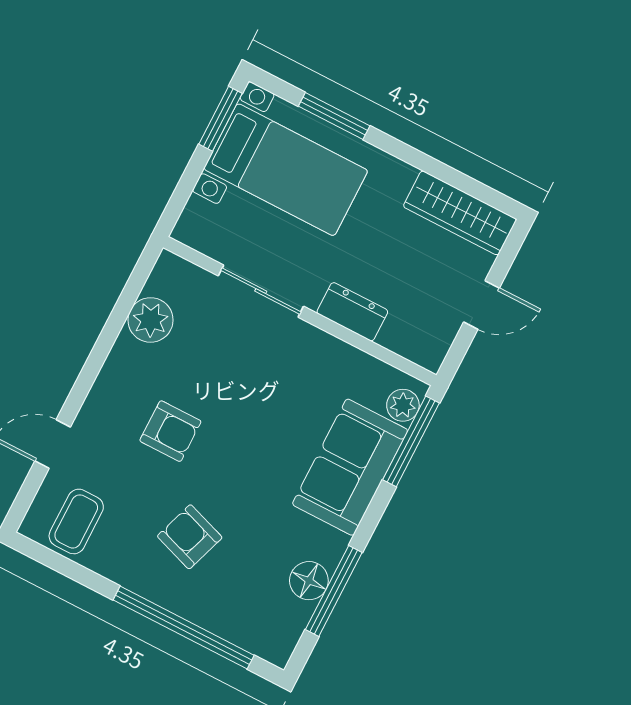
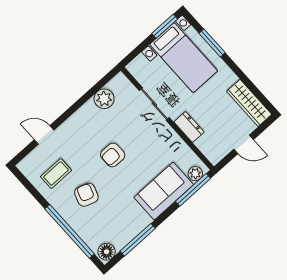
armchair: (170, 431) -> (113, 155), moved, turned 90
coffee table: (76, 521) -> (56, 173), moved
floor lamp: (309, 581) -> (107, 252), moved

